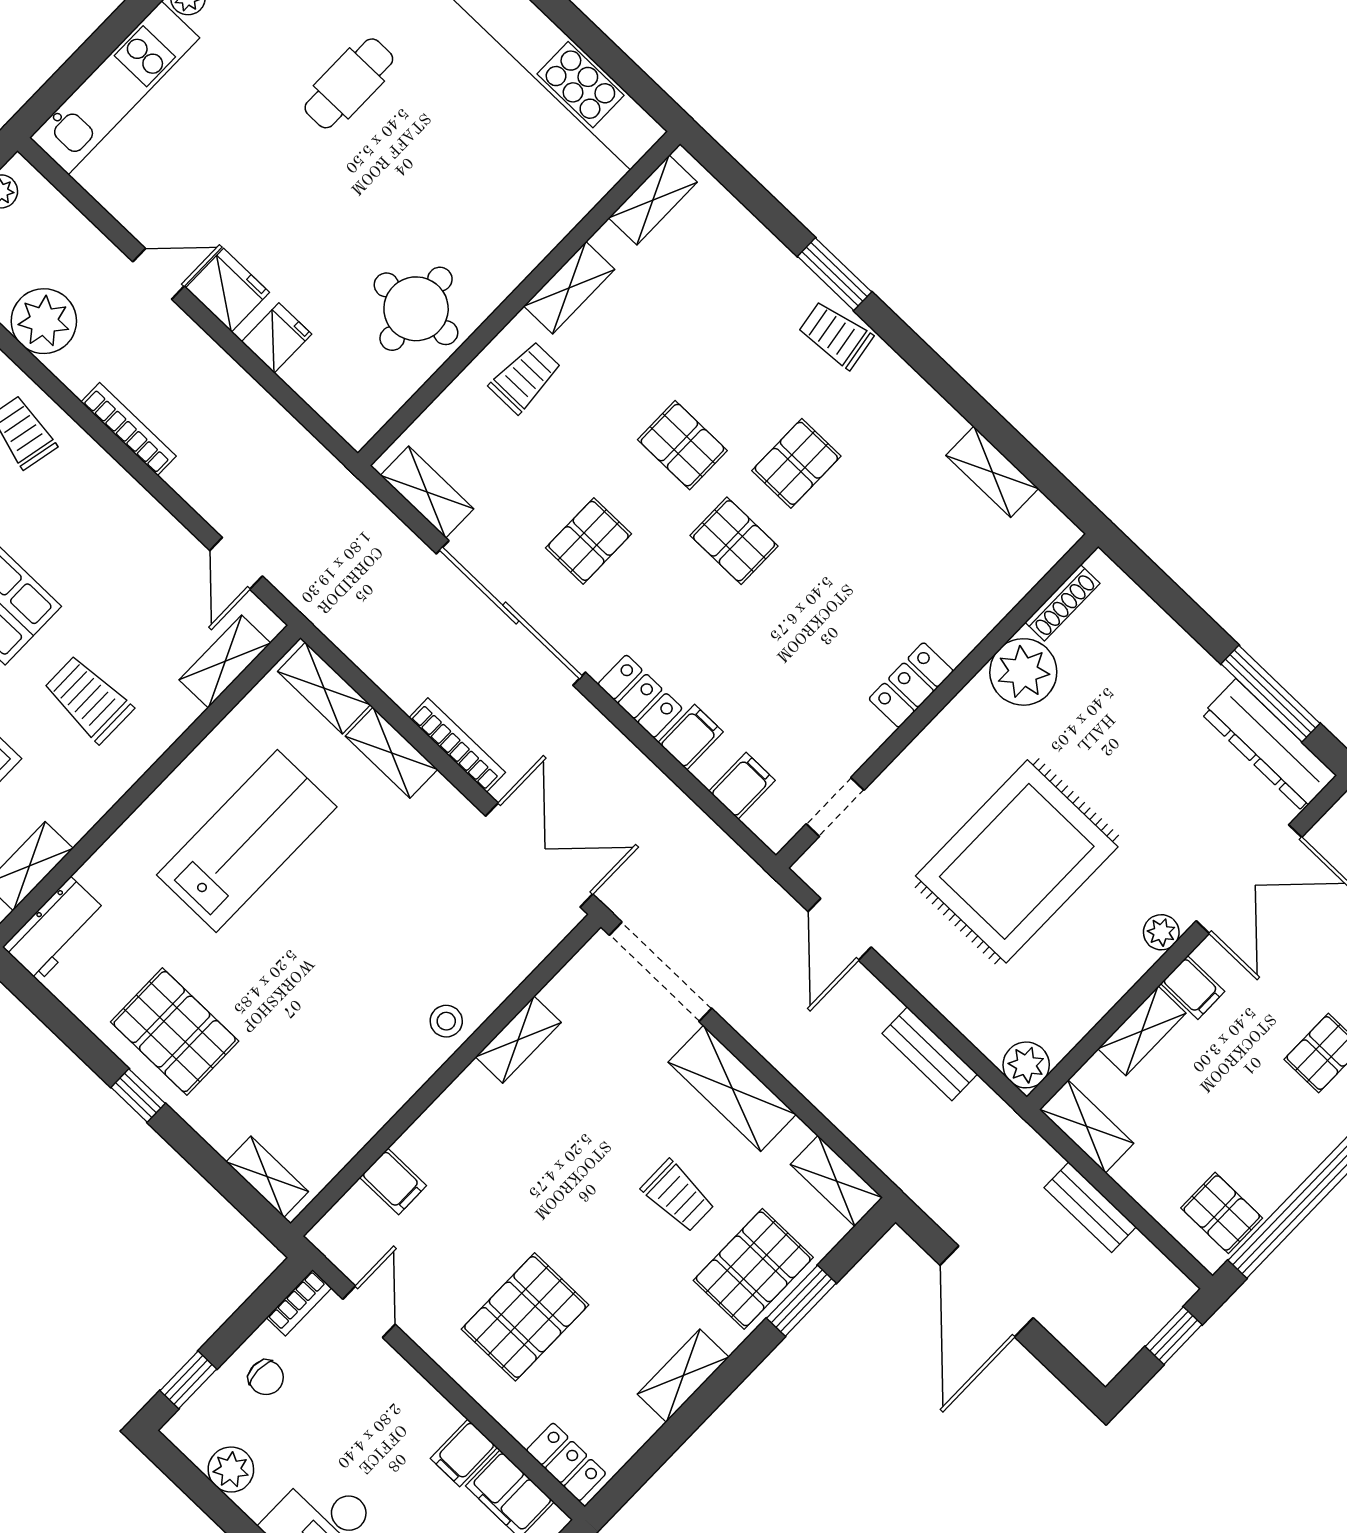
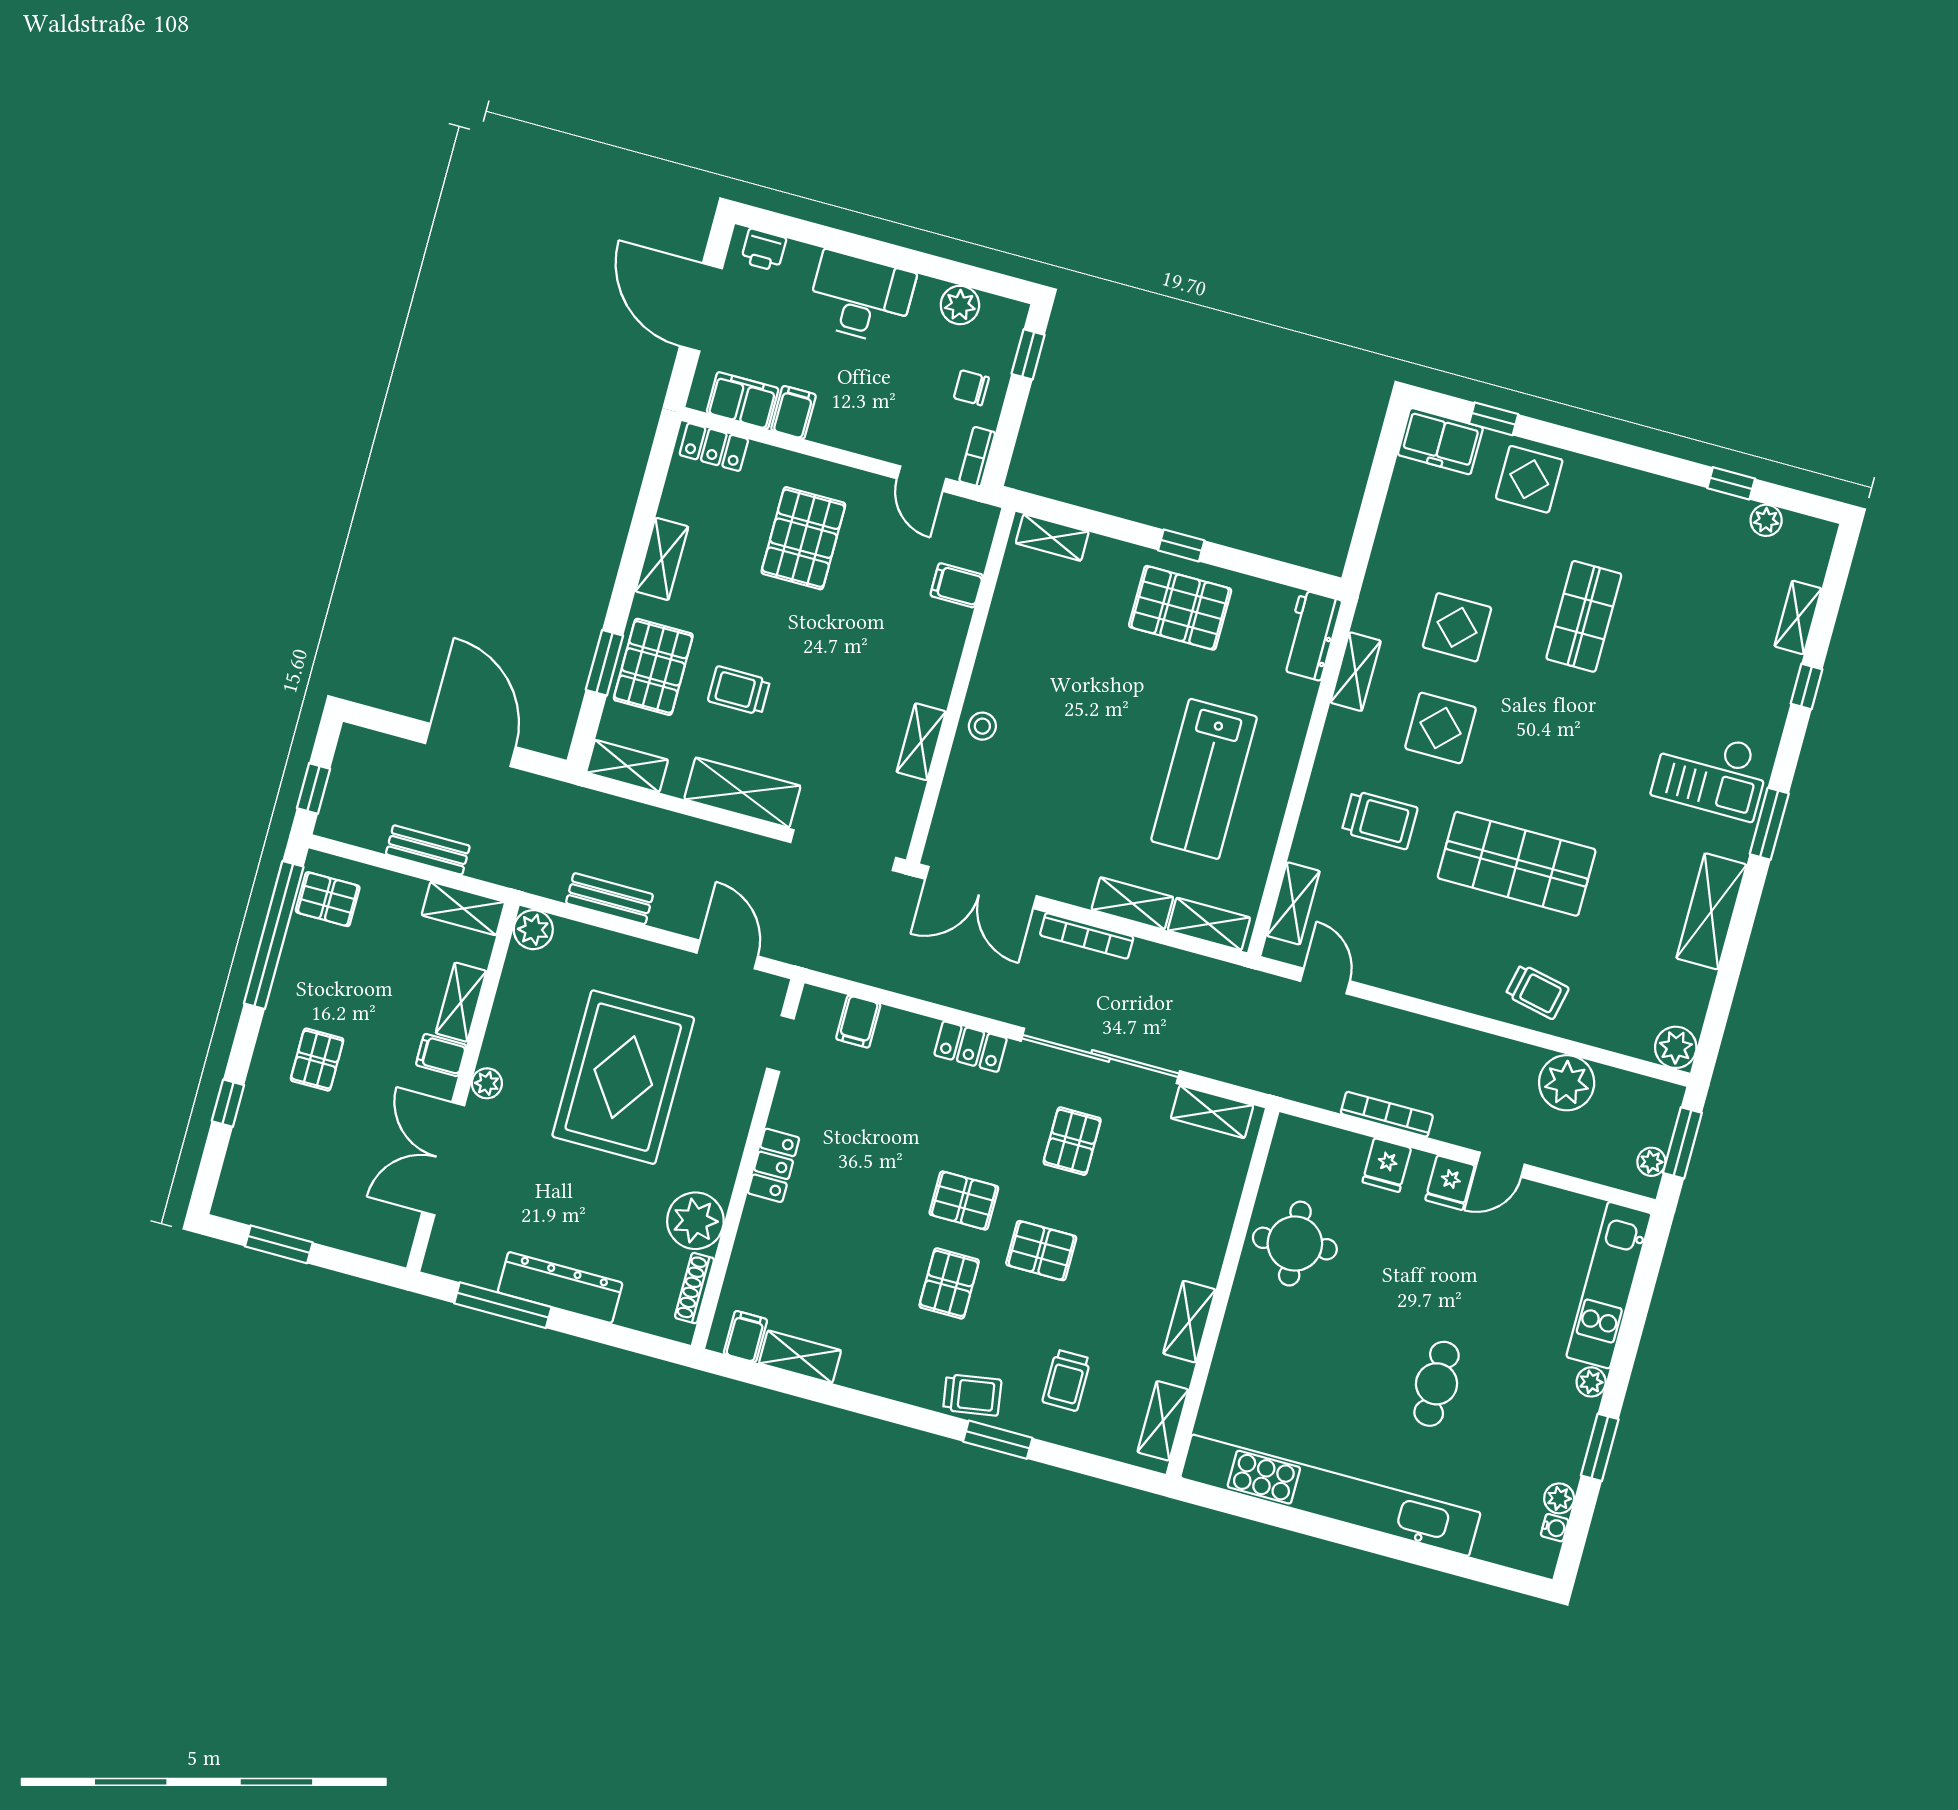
fridge: (227, 290) -> (1450, 1183), width x0.72
trolley: (525, 377) -> (1066, 1380), moved
bookcase: (129, 429) -> (1387, 1114), moved, turned 180
filing cabinet: (691, 737) -> (745, 1336), moved, turned 180
dresser: (1269, 745) -> (560, 1288), moved

